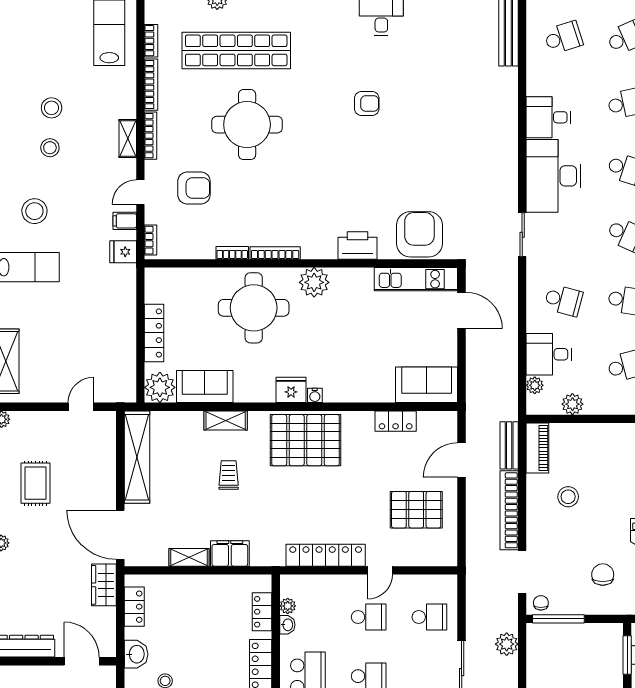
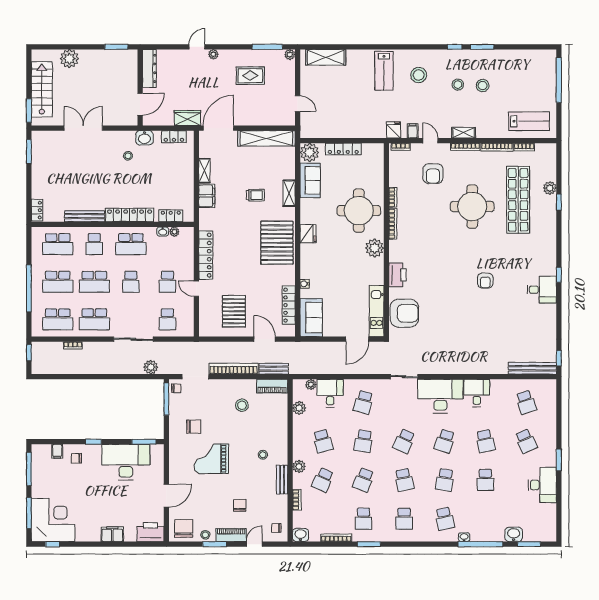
water cooler: (315, 395) -> (305, 284), moved
locker: (396, 421) -> (289, 305), width x1.53

